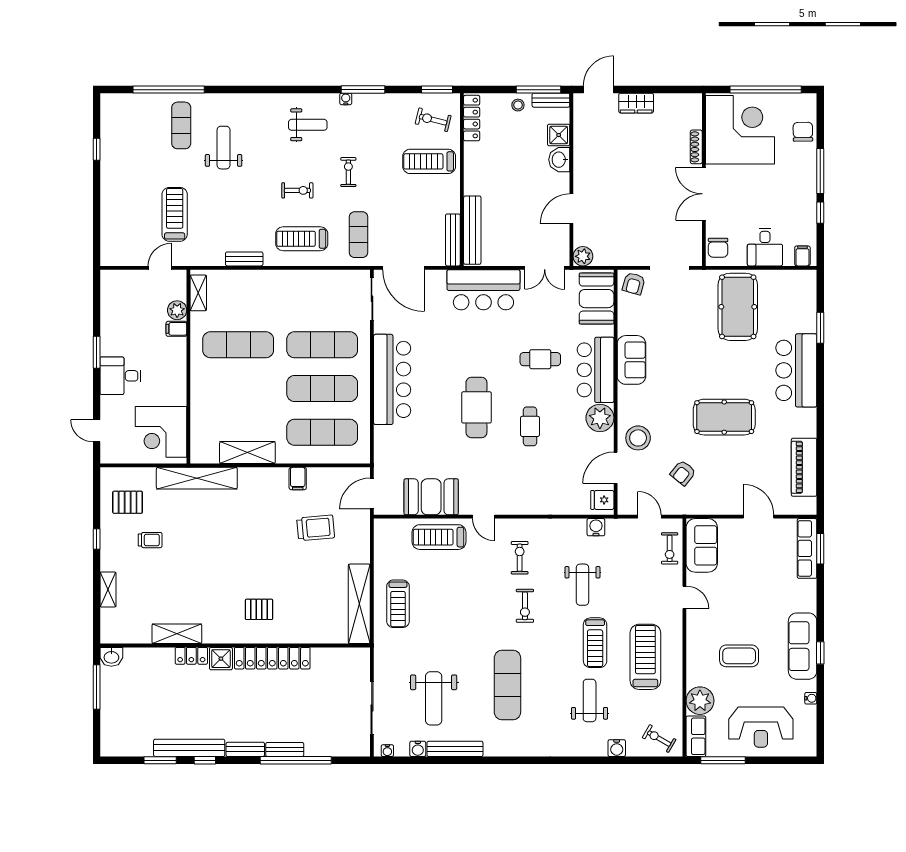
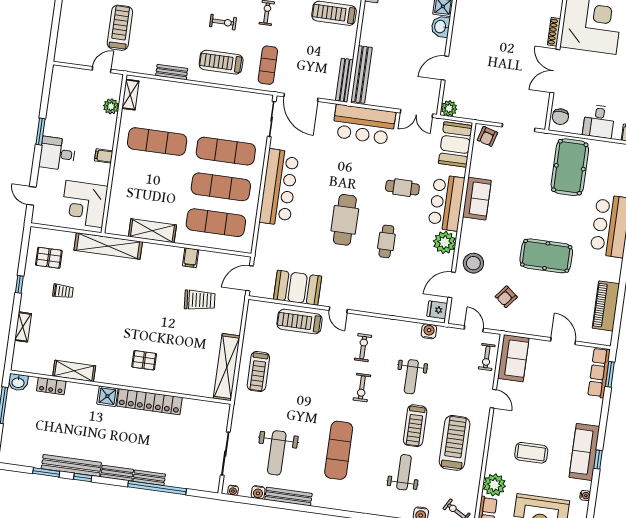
filing cabinet: (176, 329) -> (104, 156), moved
locker: (191, 656) -> (51, 386), moved

